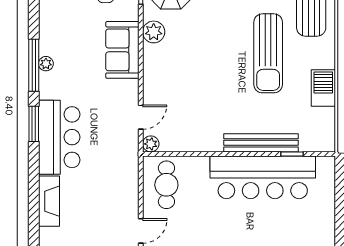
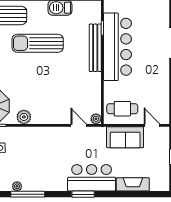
sofa: (122, 50) -> (125, 137), moved
sun lounger: (268, 53) -> (38, 43), turned 180
plant: (46, 64) -> (17, 186), moved
window: (34, 65) -> (28, 194), moved

